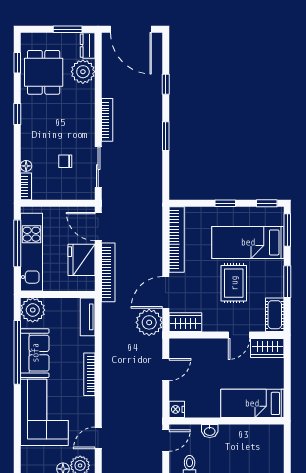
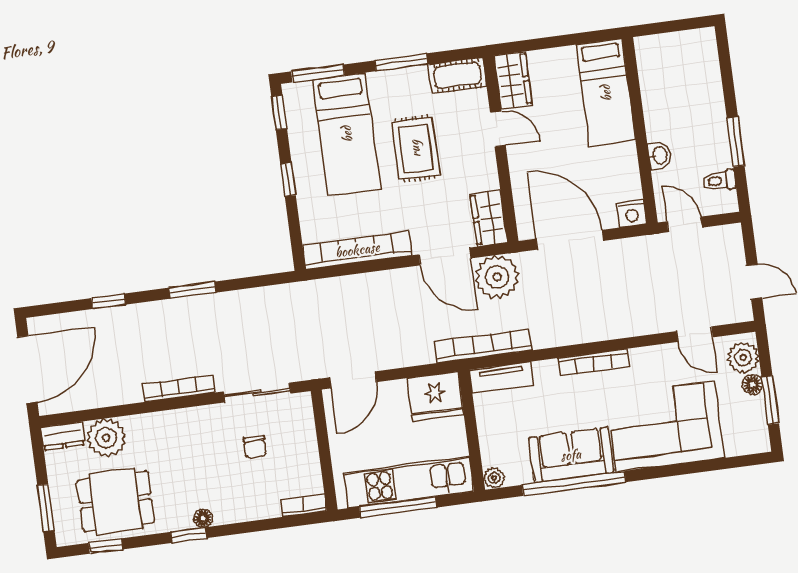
window: (68, 29) -> (46, 508), moved
floor lamp: (26, 166) -> (203, 518), moved
fridge: (81, 260) -> (435, 396), moved
bookcase: (108, 272) -> (483, 346), moved
rug: (234, 283) -> (415, 149), turned 90
plant: (33, 310) -> (494, 478), width x0.53, depth x0.53
door: (166, 370) -> (570, 240), width x1.88

